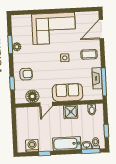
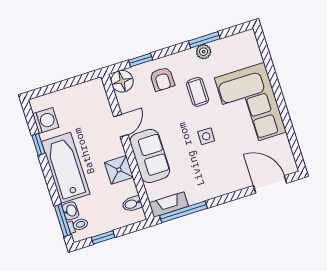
coffee table: (89, 54) -> (198, 92), moved
fireplace: (97, 78) -> (169, 205), moved
floor lamp: (32, 96) -> (122, 81), moved
door: (46, 104) -> (121, 126), swing flipped
bathtub: (67, 144) -> (66, 168), width x1.36, depth x1.36

